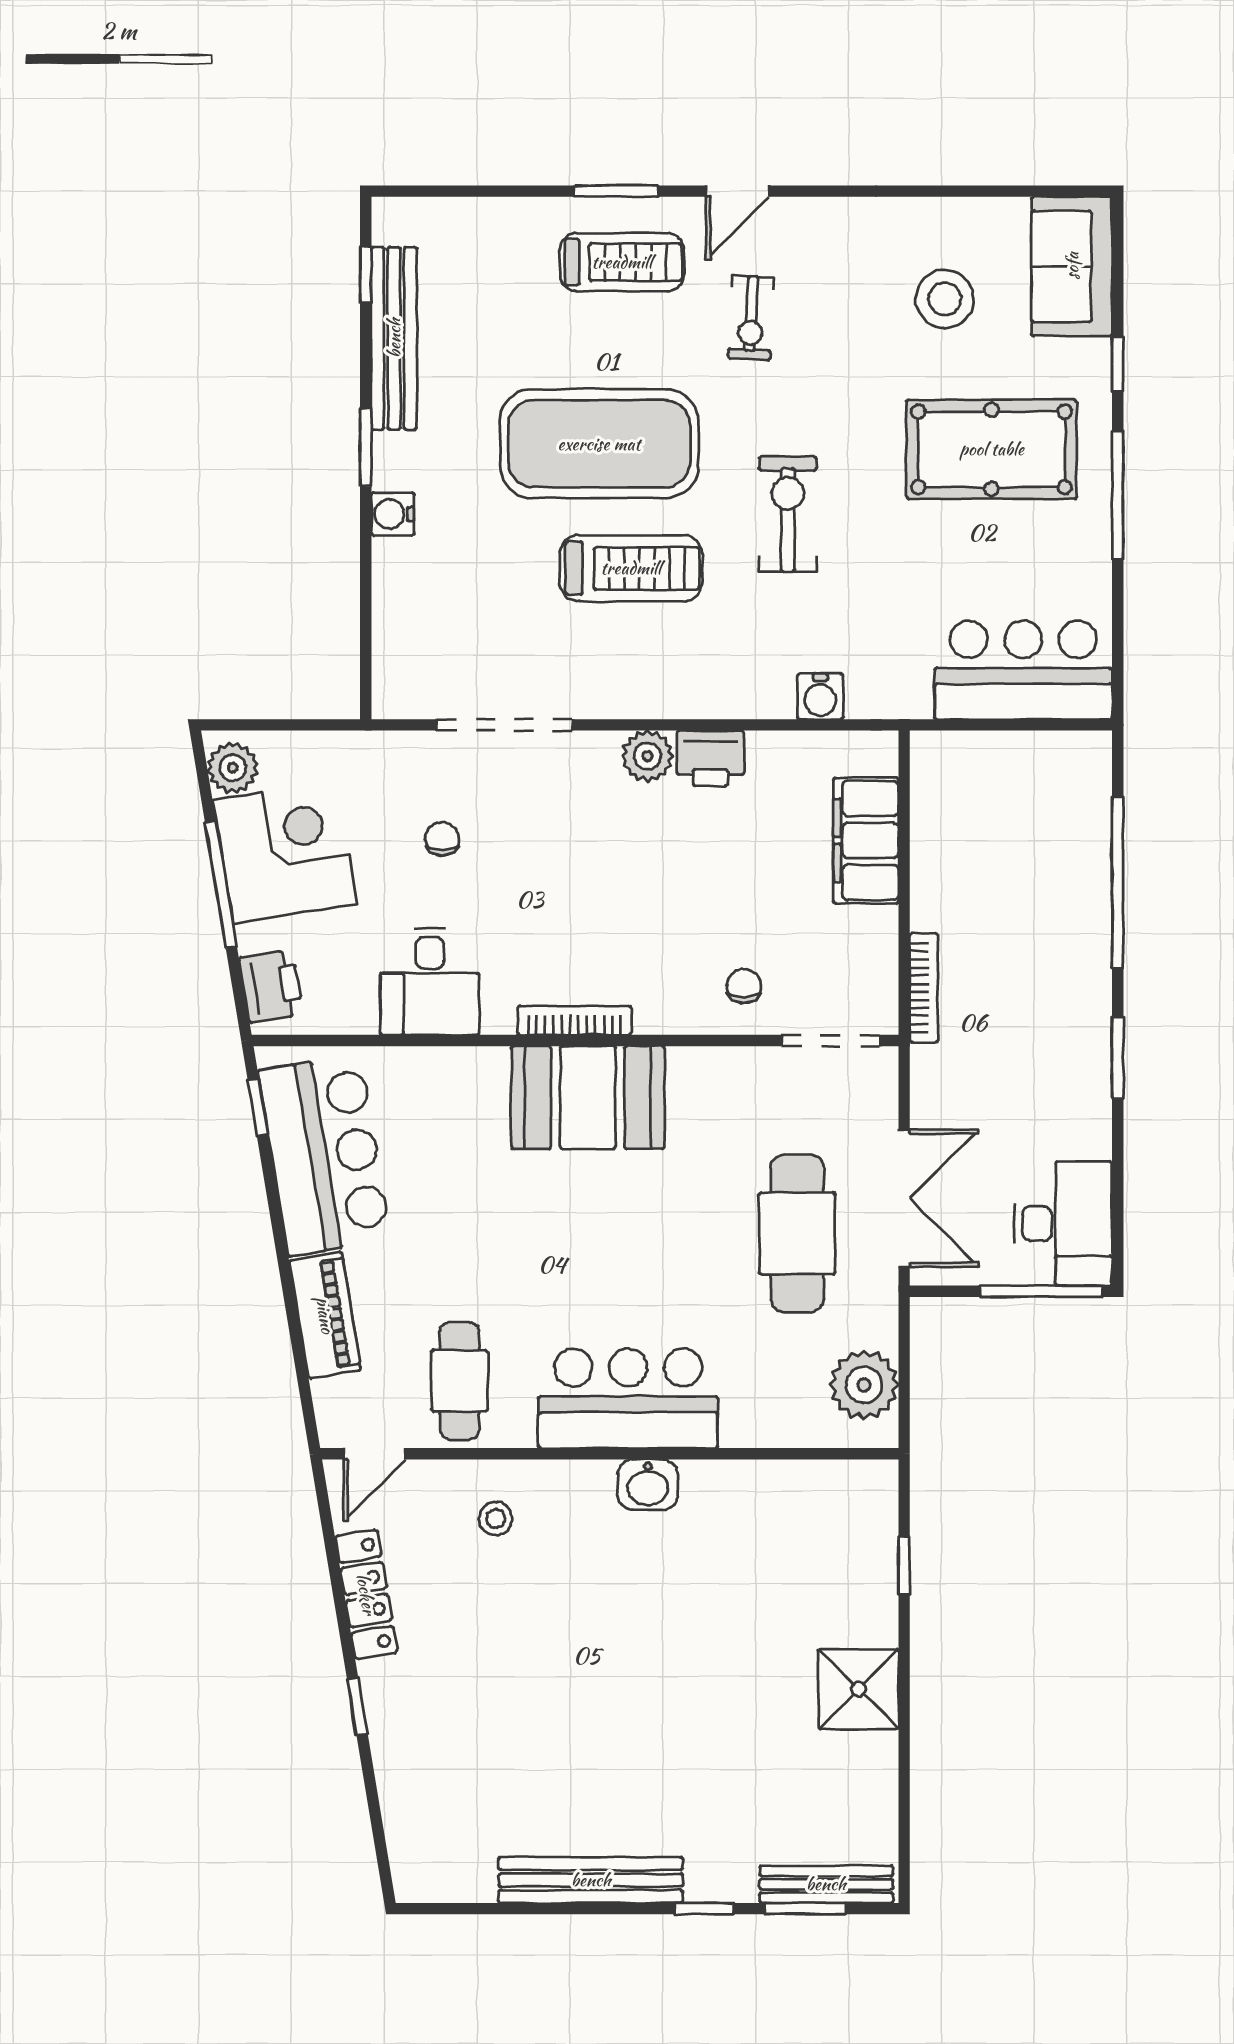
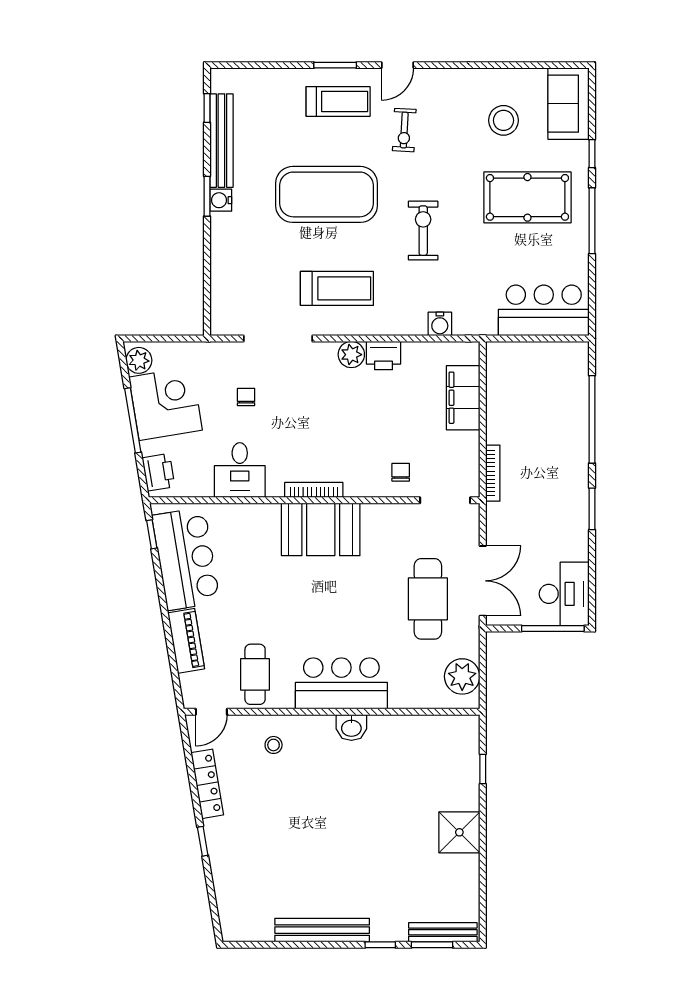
water cooler: (393, 514) -> (221, 200), moved
treadmill: (631, 568) -> (337, 288), moved

